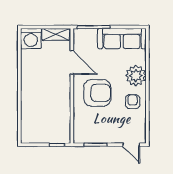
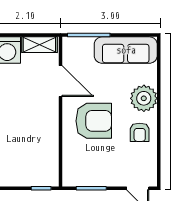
armchair: (133, 102) -> (140, 132), turned 180

